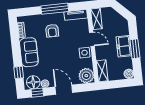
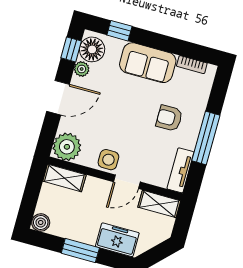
freezer: (124, 46) -> (117, 240), moved

